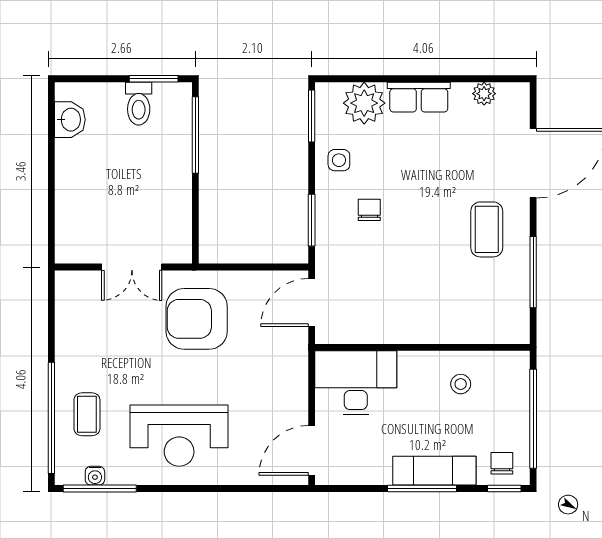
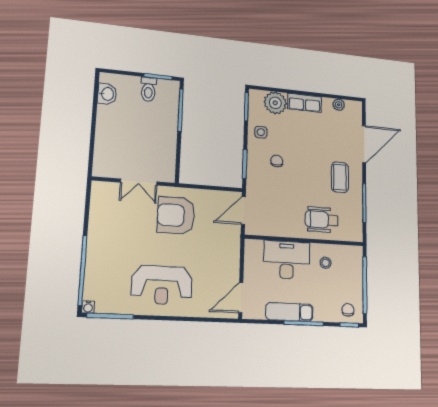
wheelchair: (453, 309) -> (322, 220), added
desk: (356, 383) -> (287, 260), moved
coffee table: (87, 414) -> (105, 269), removed
exam couch: (434, 471) -> (289, 312), moved
water cooler: (95, 476) -> (88, 307), moved

